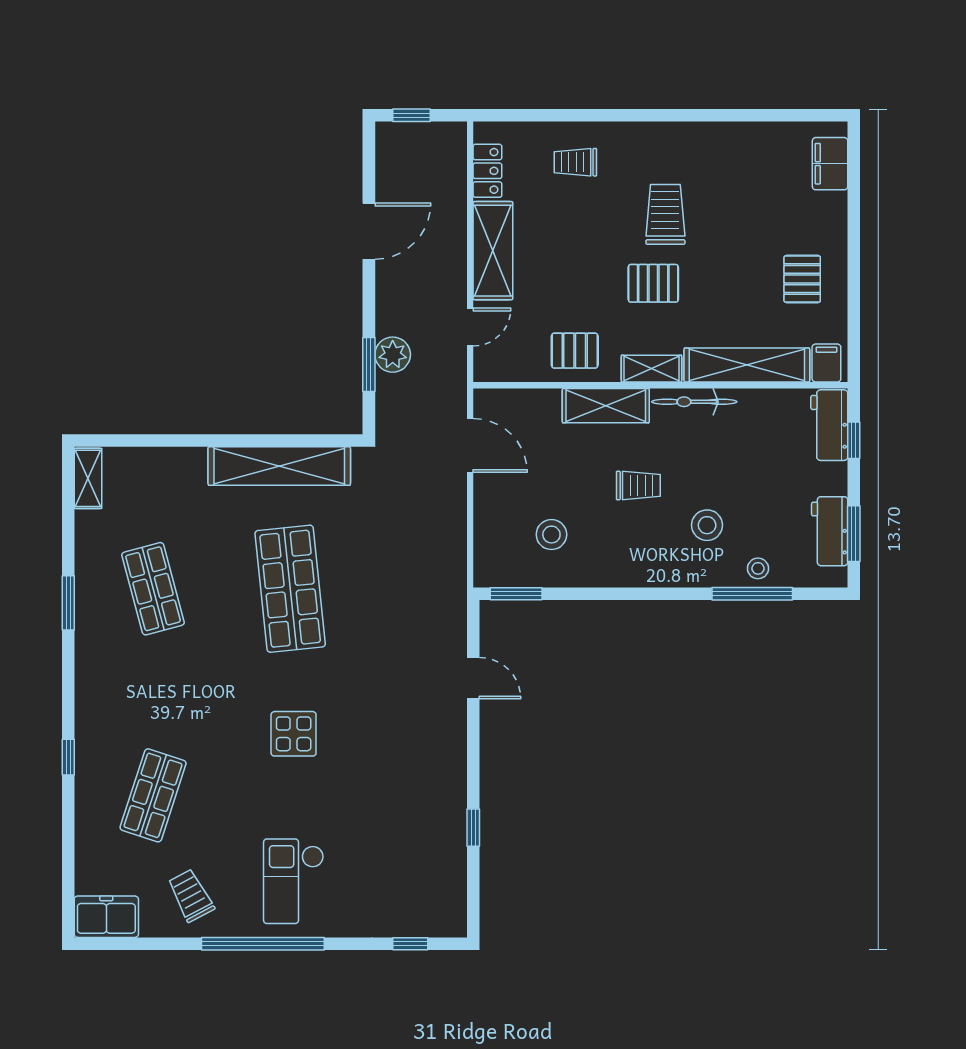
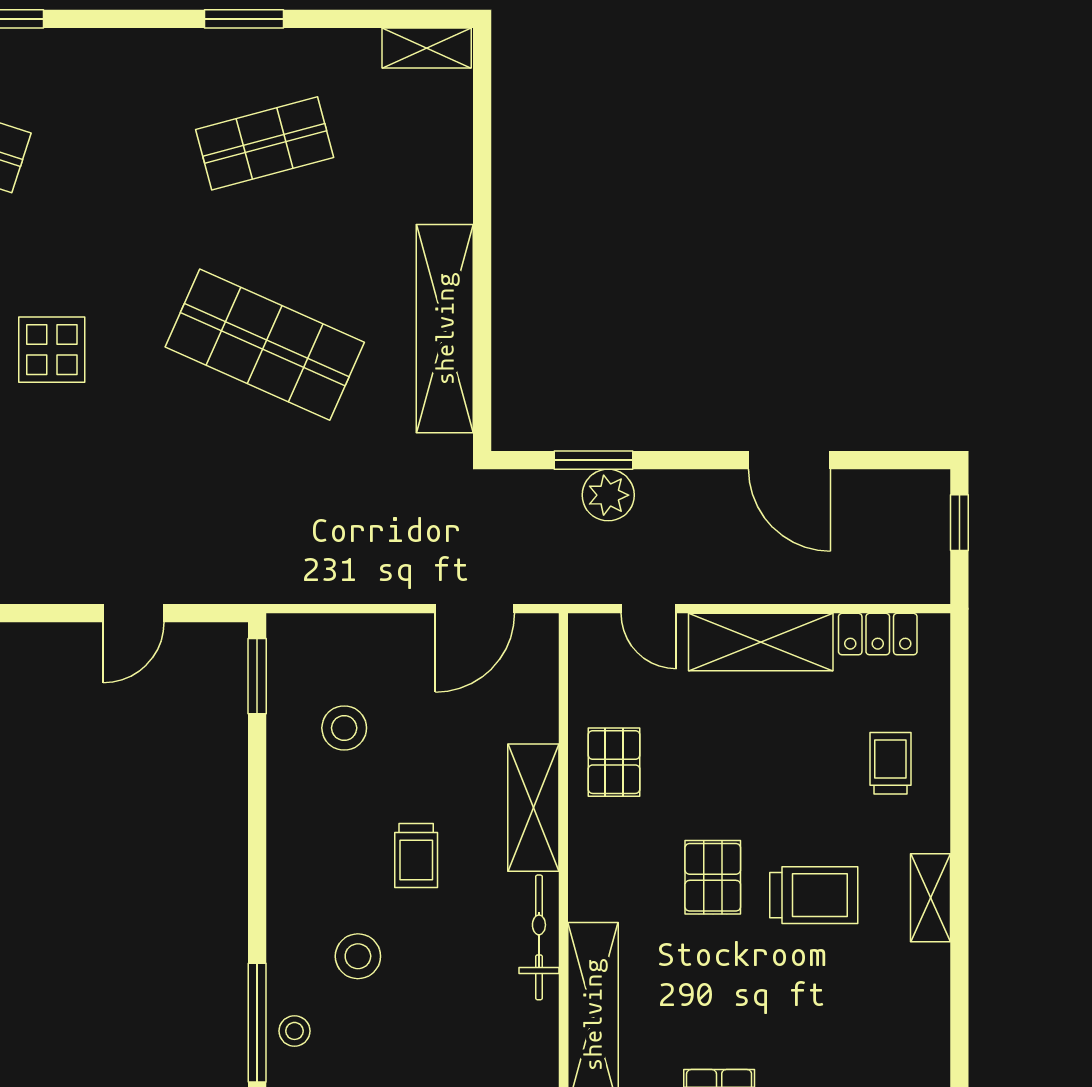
shelving: (651, 369) -> (931, 898), moved
shop shelf: (290, 589) -> (265, 345), turned 30

